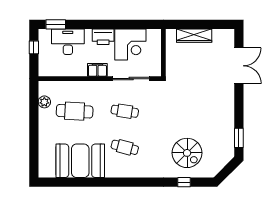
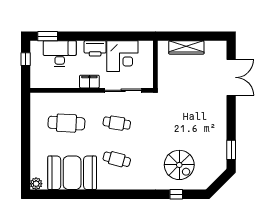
plant: (44, 102) -> (36, 184), moved

